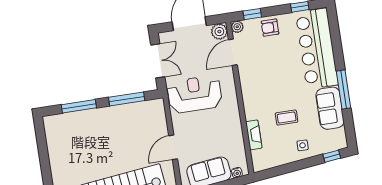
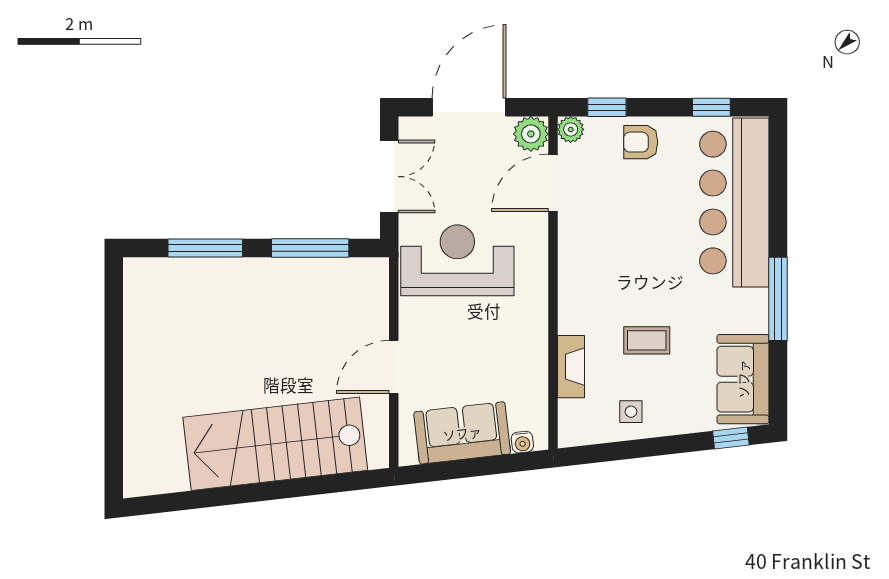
sofa: (330, 108) -> (743, 379), moved
side table: (303, 145) -> (631, 412), moved

